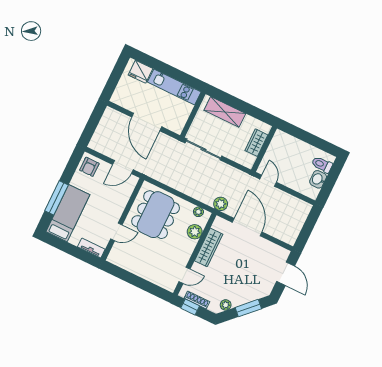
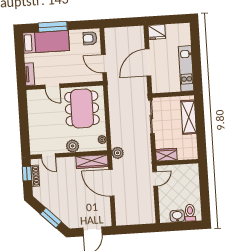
fridge: (141, 72) -> (157, 32), moved, turned -90
wardrobe: (256, 143) -> (166, 155), moved
dining table: (156, 215) -> (82, 108), turned 90
door: (247, 227) -> (111, 183), swing flipped
plant: (195, 232) -> (73, 146), moved
wardrobe: (209, 247) -> (92, 162), moved
plant: (226, 305) -> (44, 199), removed

